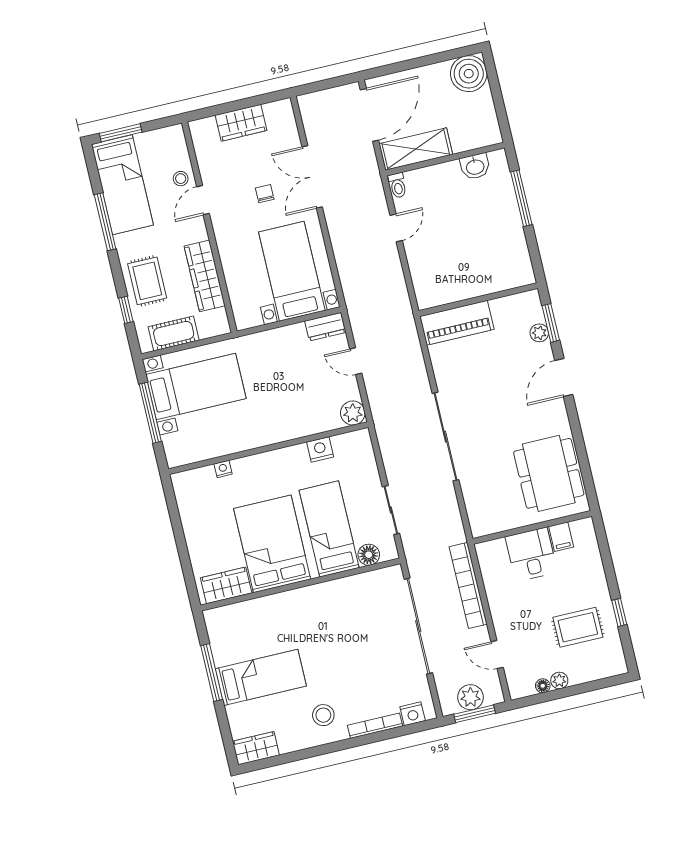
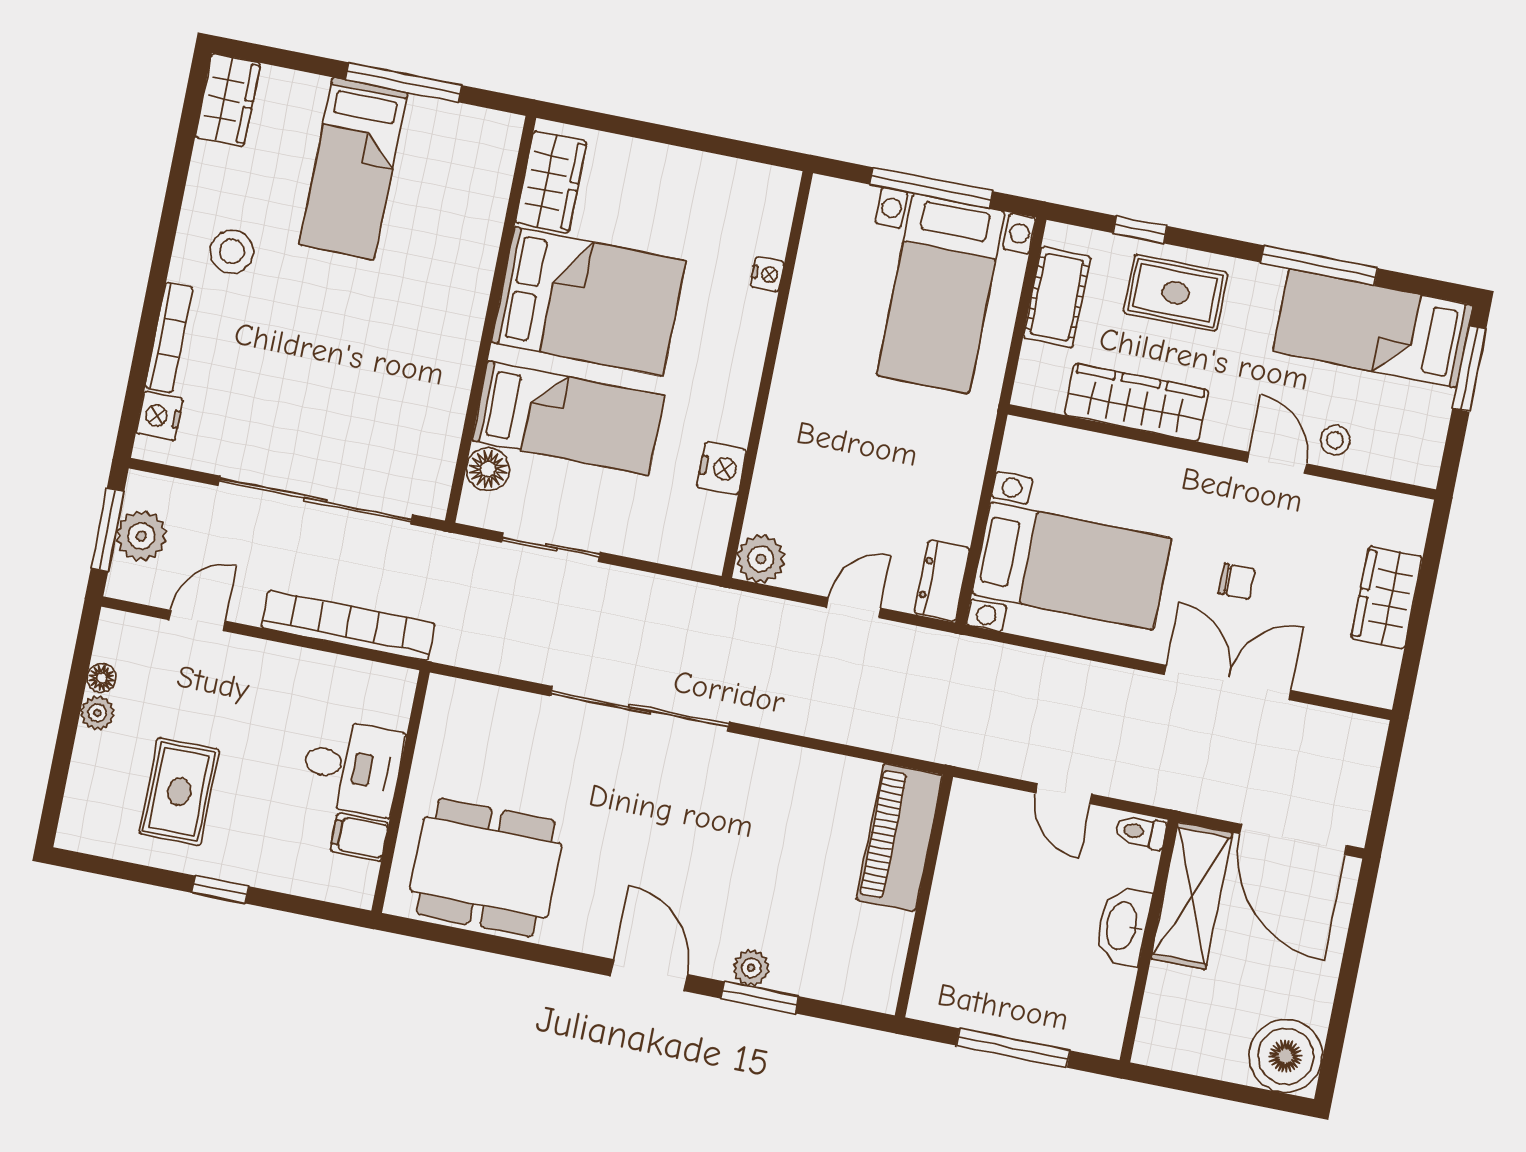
washbasin: (475, 166) -> (1123, 926), moved, width x1.38
wall: (478, 300) -> (924, 896), moved
piano: (457, 323) -> (899, 837), moved
window: (619, 612) -> (220, 890), moved

